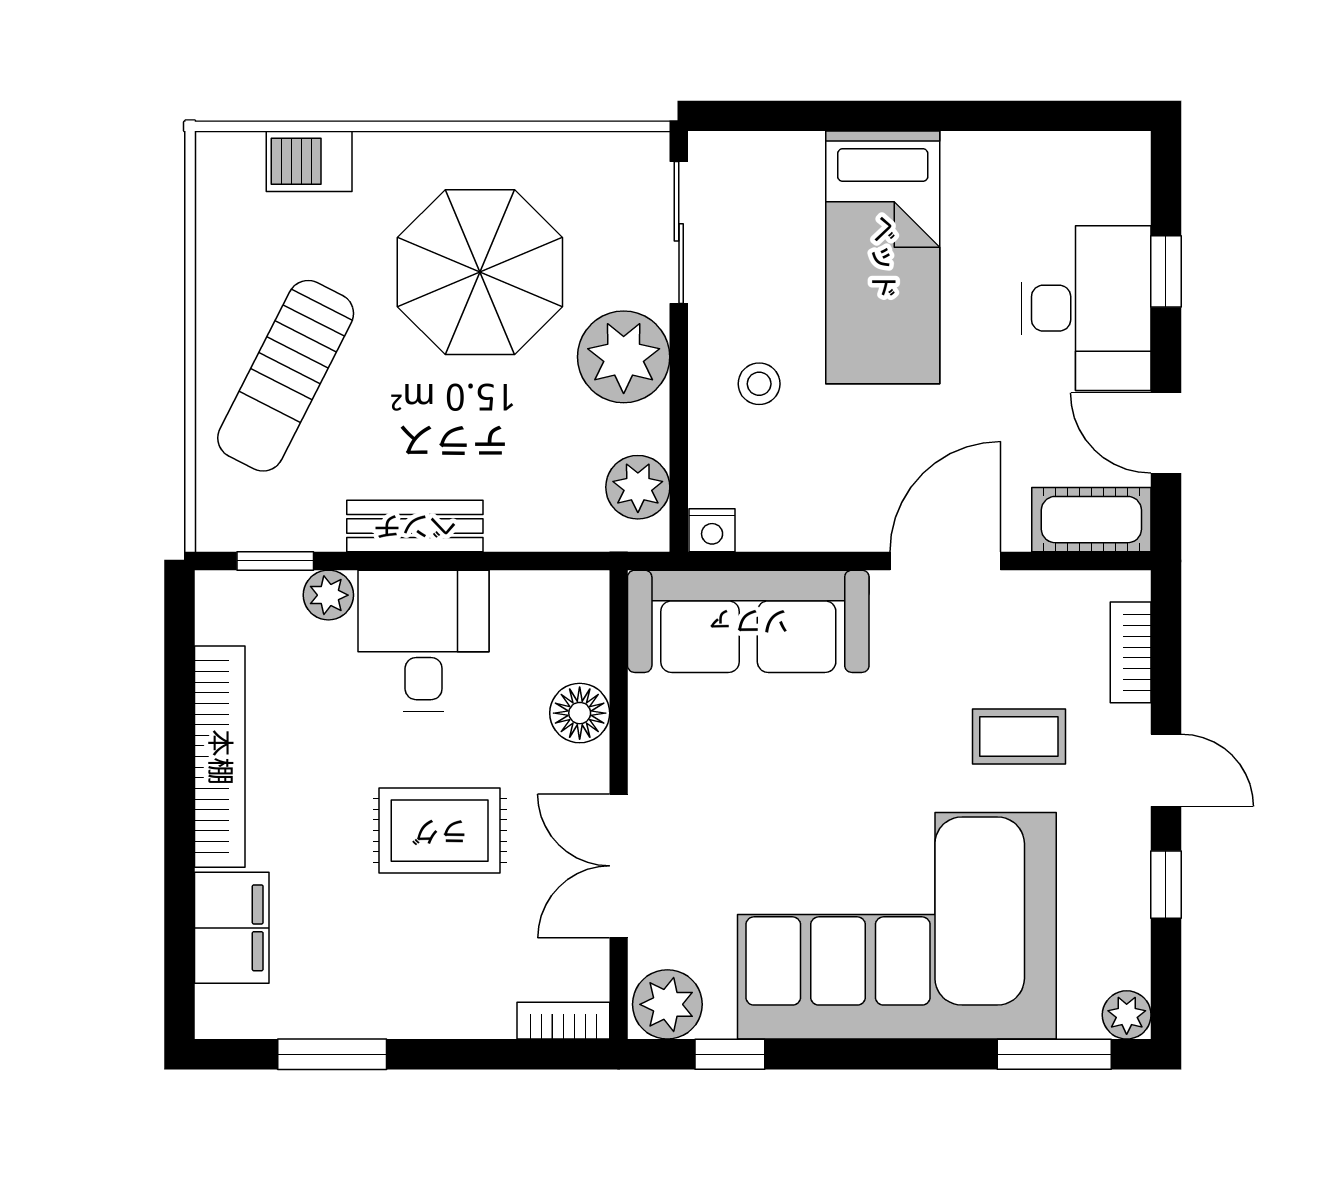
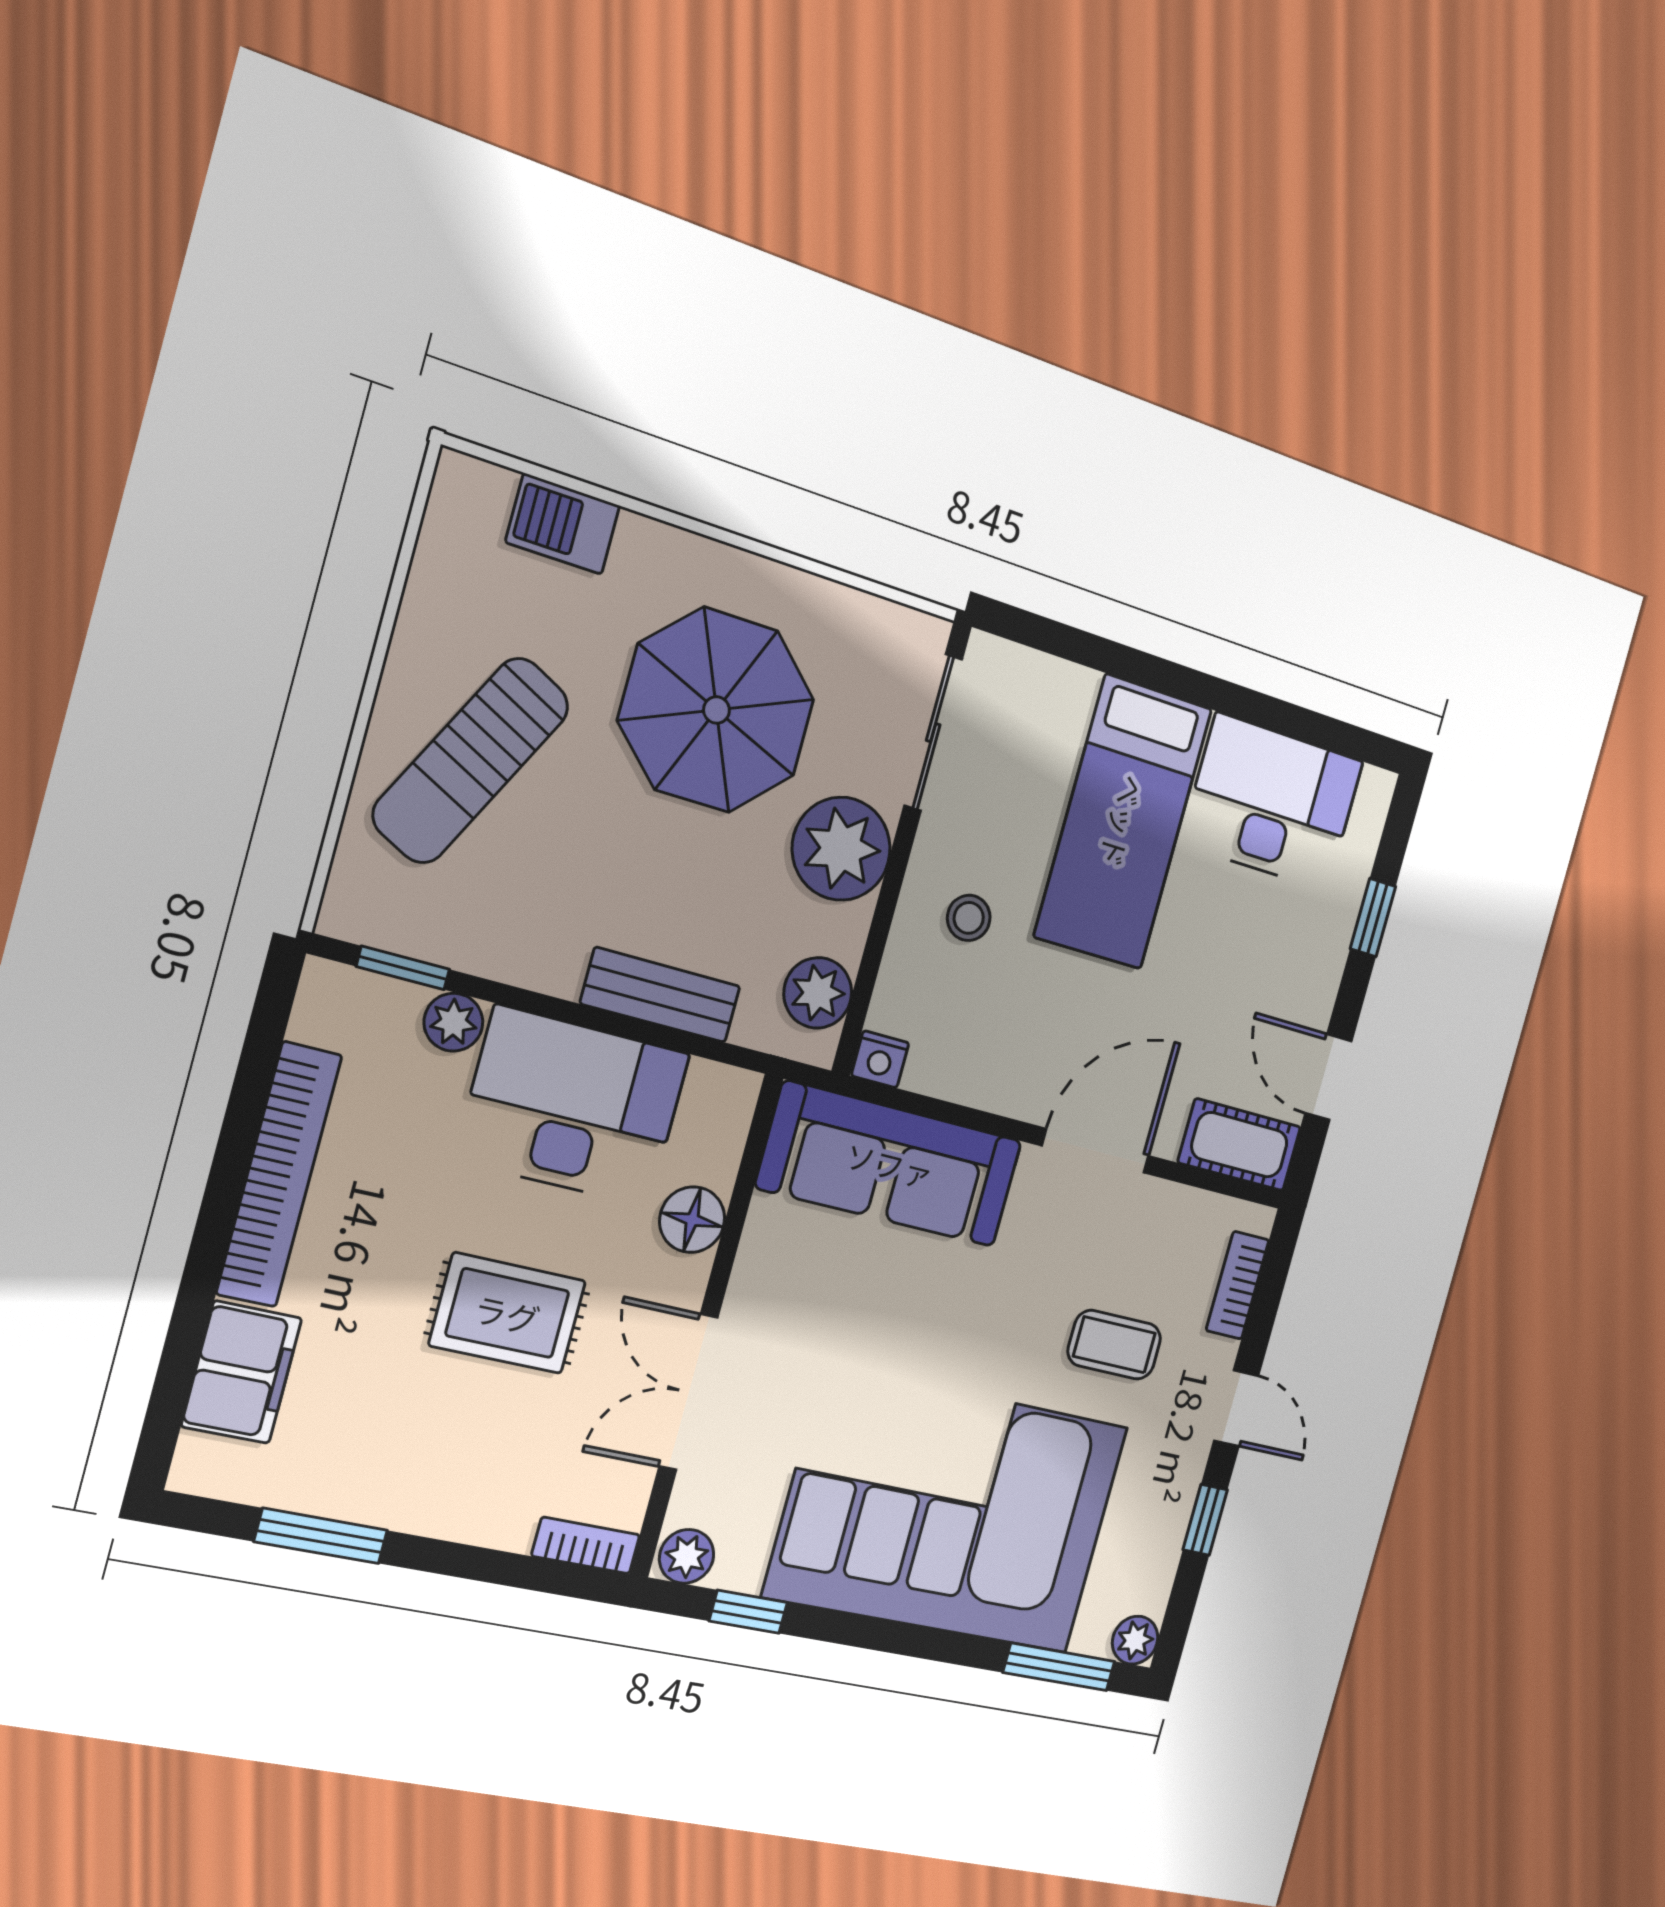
desk: (1086, 308) -> (1272, 802), moved, turned -90
bench: (415, 526) -> (660, 995), moved
desk: (424, 641) -> (573, 1107), width x1.37
plant: (667, 1004) -> (687, 1556), width x0.73, depth x0.73

